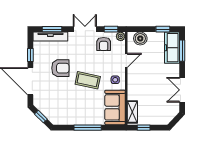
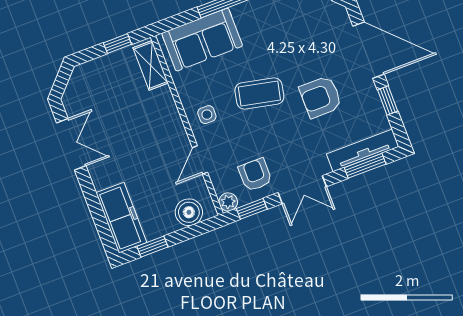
window: (182, 51) -> (100, 219), removed
sofa: (115, 107) -> (202, 40), moved, turned 90

